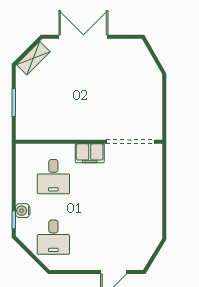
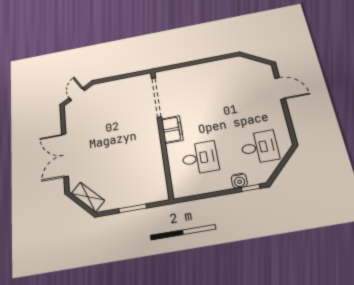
door: (153, 54) -> (77, 94), added

